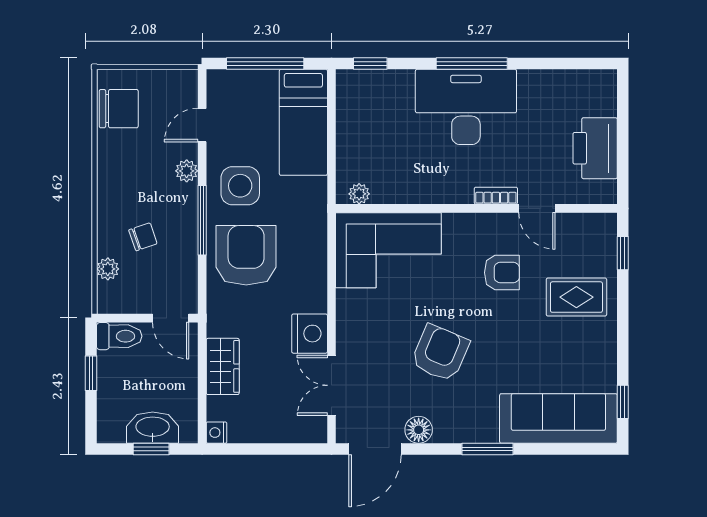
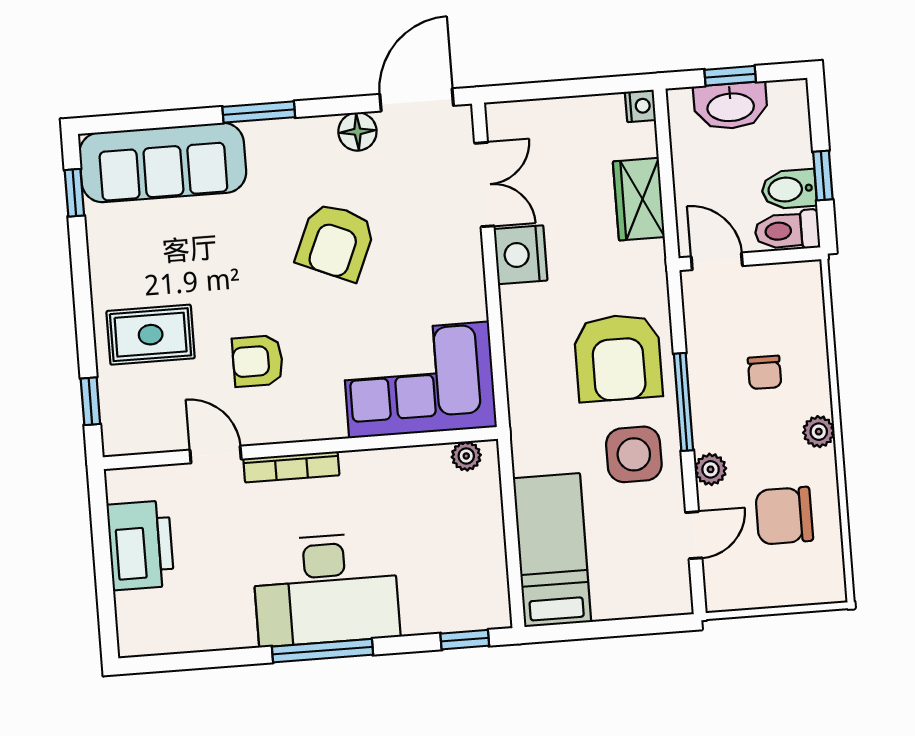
window: (265, 64) -> (612, 628), removed
chair: (119, 109) -> (784, 516), moved
bookcase: (496, 196) -> (291, 467), width x1.56
chair: (143, 237) -> (765, 372), turned -71
plant: (108, 269) -> (819, 432), moved
bidet: (116, 365) -> (789, 189), added

